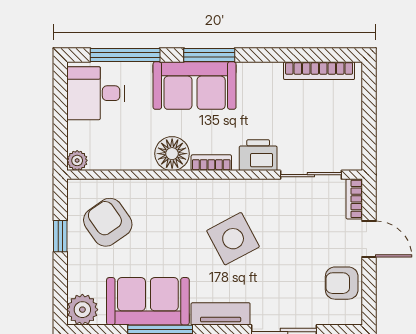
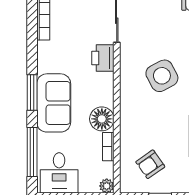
bookcase: (211, 163) -> (108, 147), moved
armchair: (108, 222) -> (150, 164), width x0.72, depth x0.72

